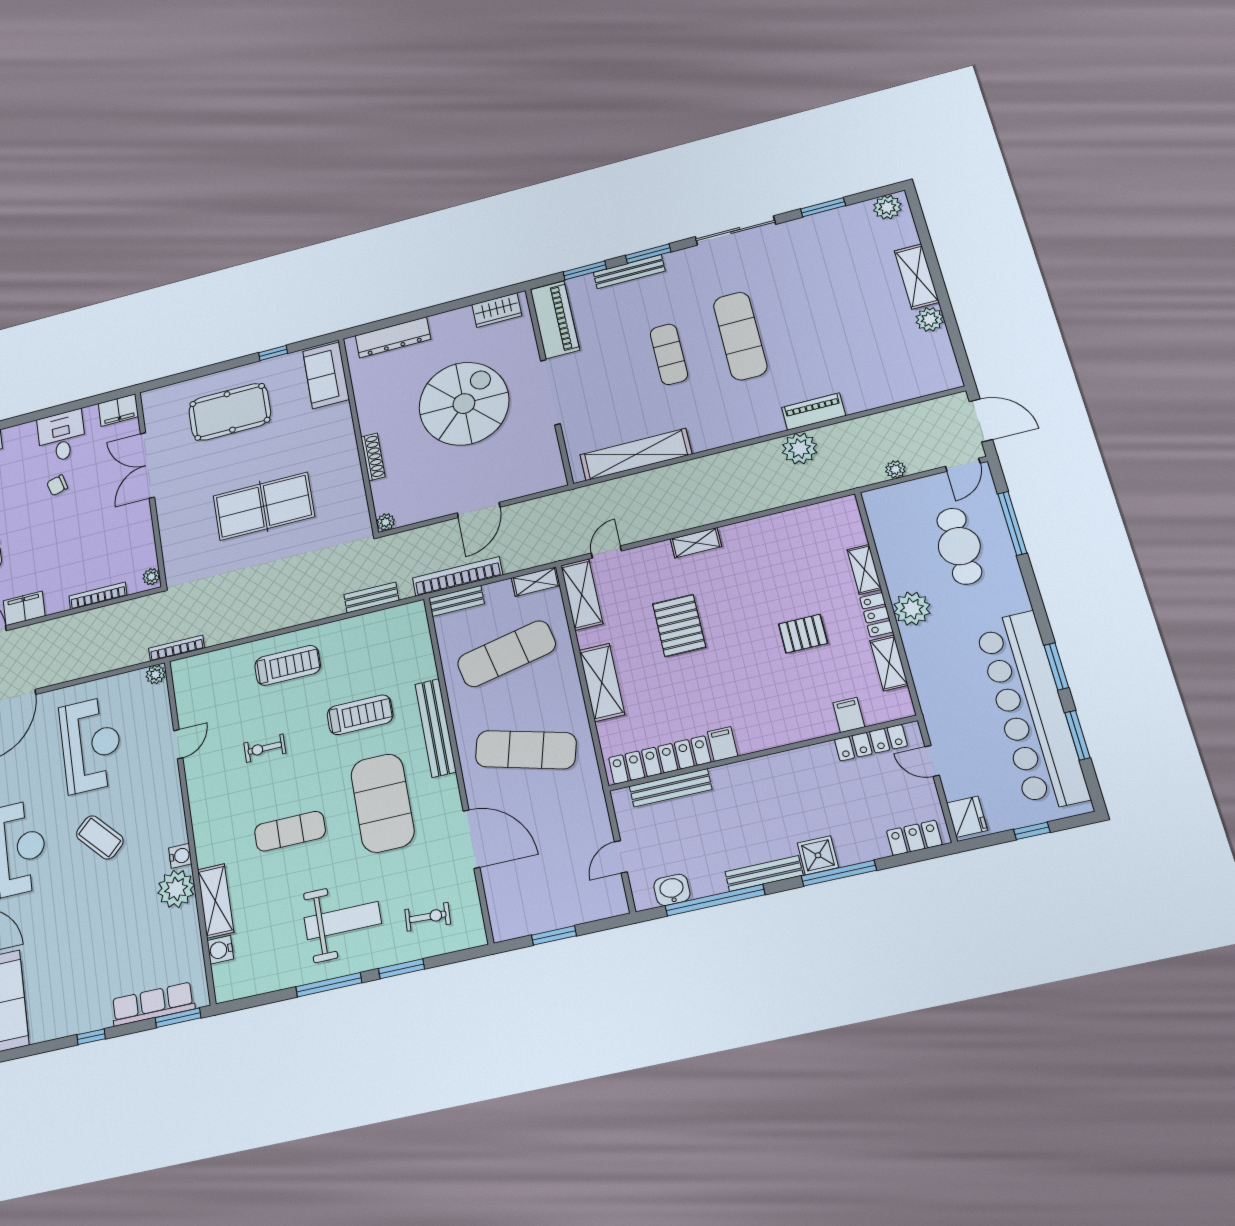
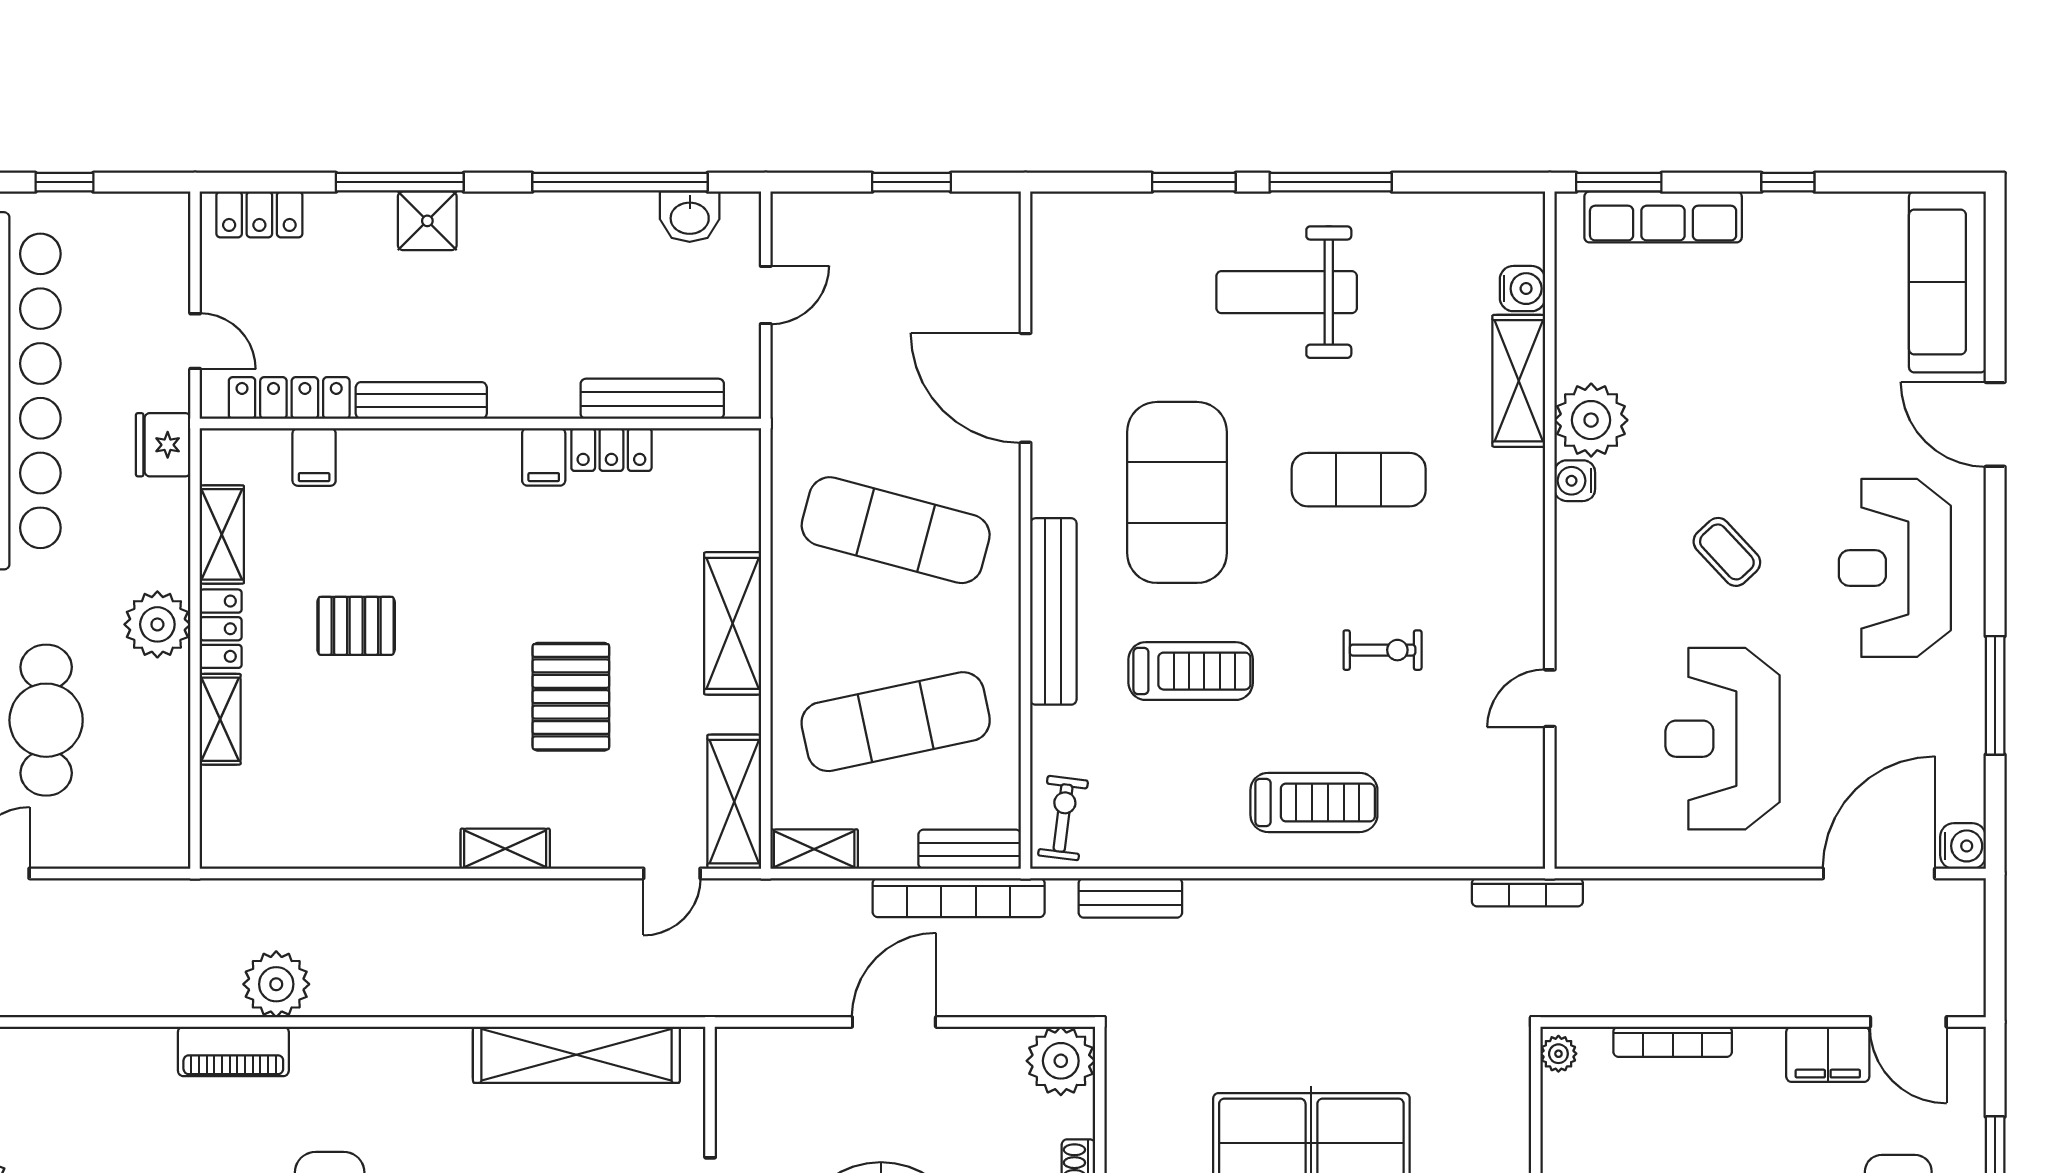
plant: (895, 469) -> (118, 897), removed
plant: (386, 522) -> (1061, 1061), width x1.88, depth x1.88
treadmill: (288, 665) -> (1314, 802), turned 180
plant: (156, 674) -> (1576, 849), removed
treadmill: (360, 715) -> (1191, 671), turned 180
locker: (659, 760) -> (611, 450), width x0.46, depth x0.83
fridge: (967, 817) -> (163, 445), moved
coffee table: (100, 837) -> (1727, 552), width x0.73, depth x0.77
bench: (764, 874) -> (421, 400), moved
exercise bike: (428, 917) -> (1063, 818), moved, turned 94

